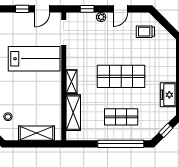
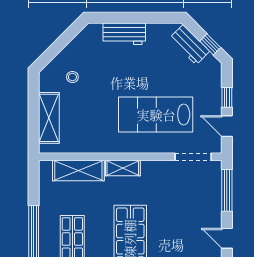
window: (87, 9) -> (227, 190), width x2.17
plant: (101, 17) -> (215, 210), removed
lab bench: (34, 59) -> (156, 115), turned 90

